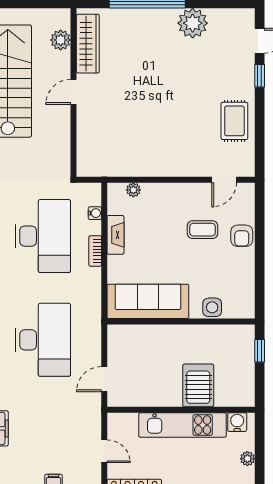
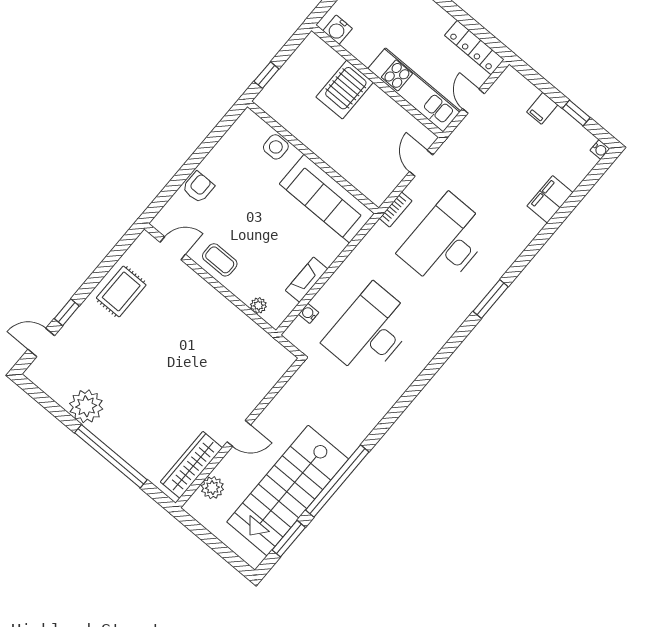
coffee table: (203, 230) -> (220, 260), moved
bookcase: (95, 251) -> (396, 210), moved
door: (104, 379) -> (421, 163), swing flipped
kitchen unit: (183, 425) -> (414, 90), moved

